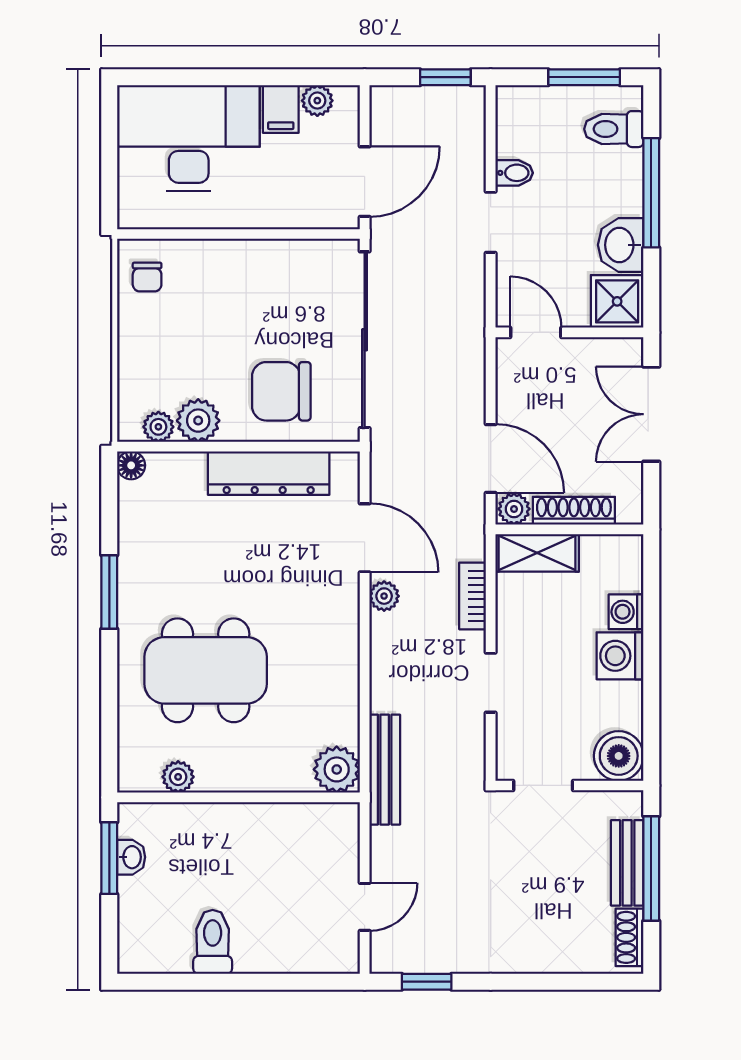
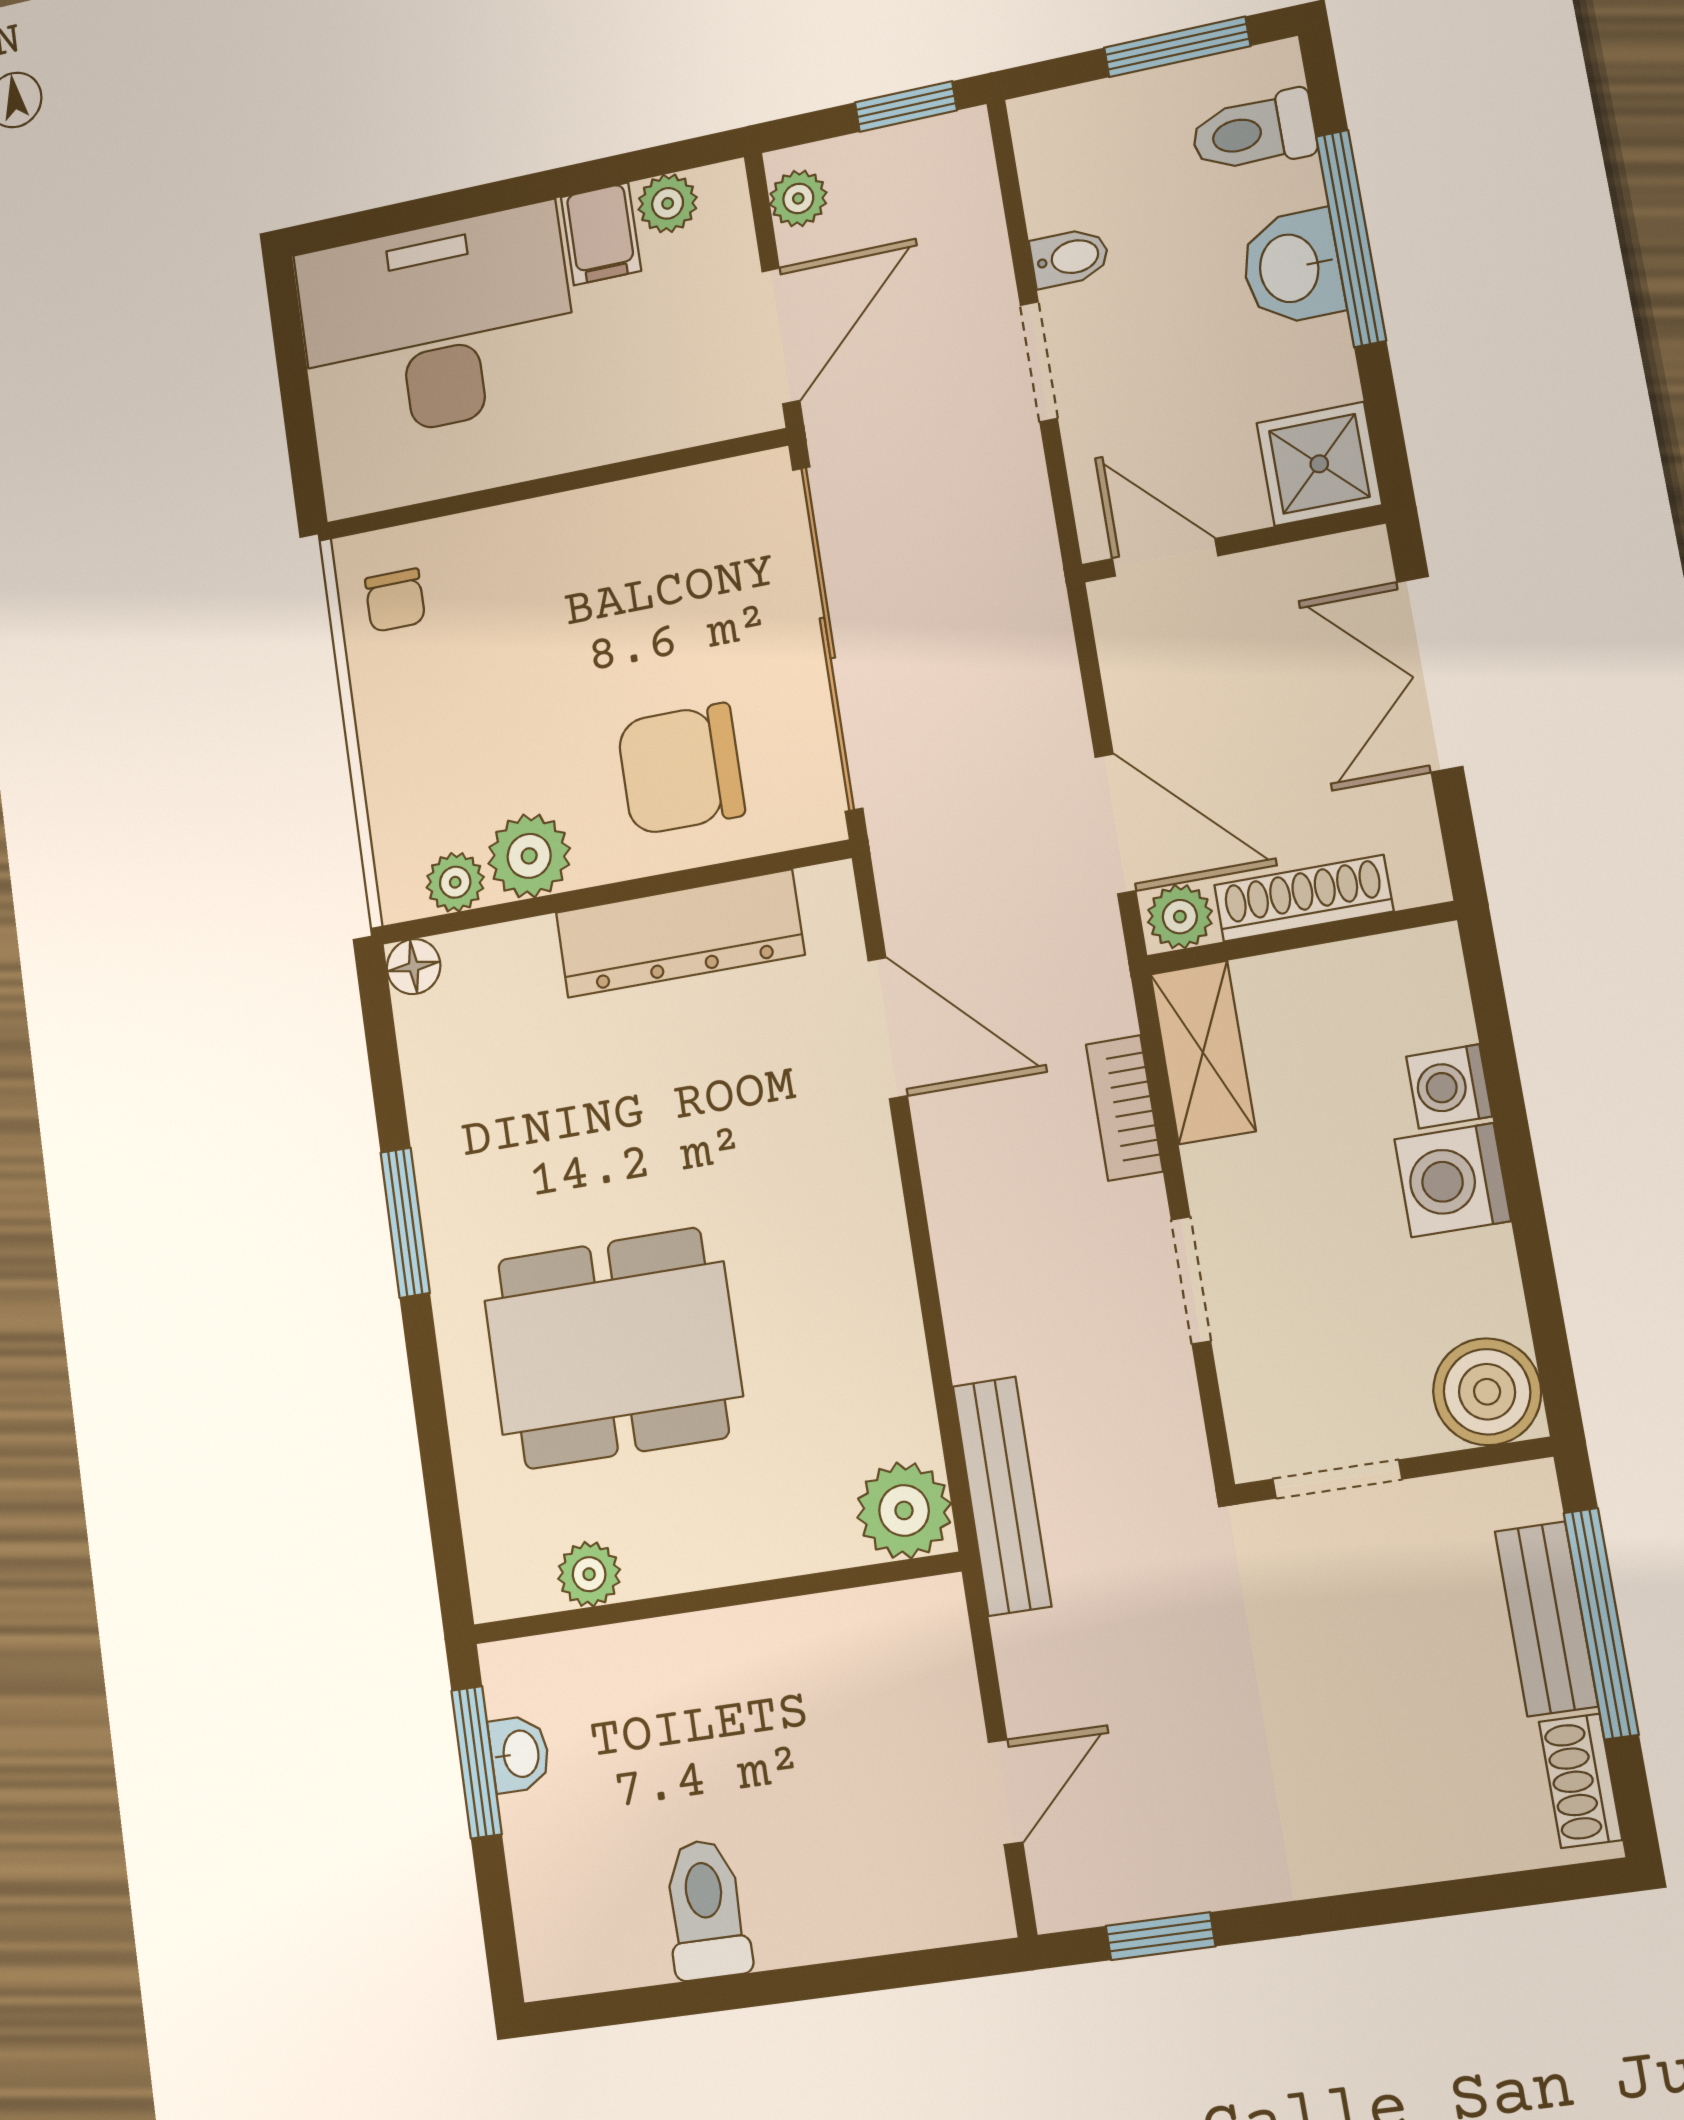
washbasin: (621, 245) -> (1292, 268), moved
shelving: (537, 553) -> (1203, 1052), moved, turned 90
plant: (384, 596) -> (798, 198), moved

